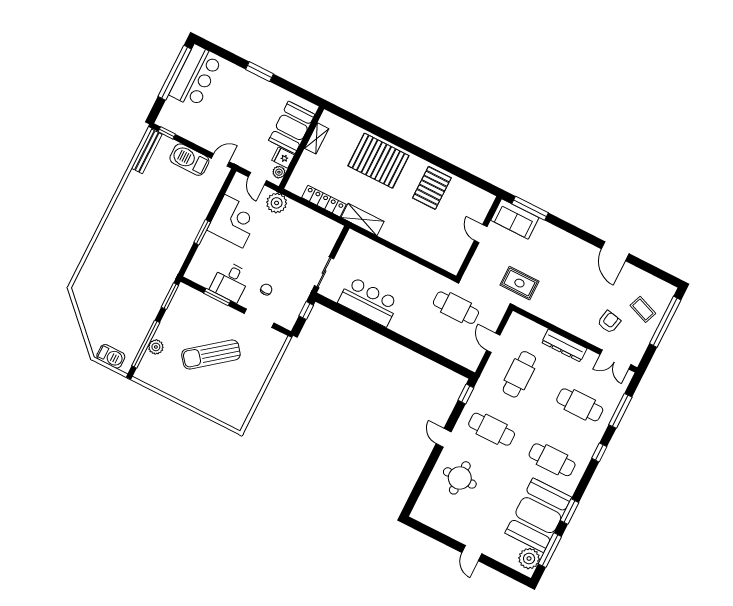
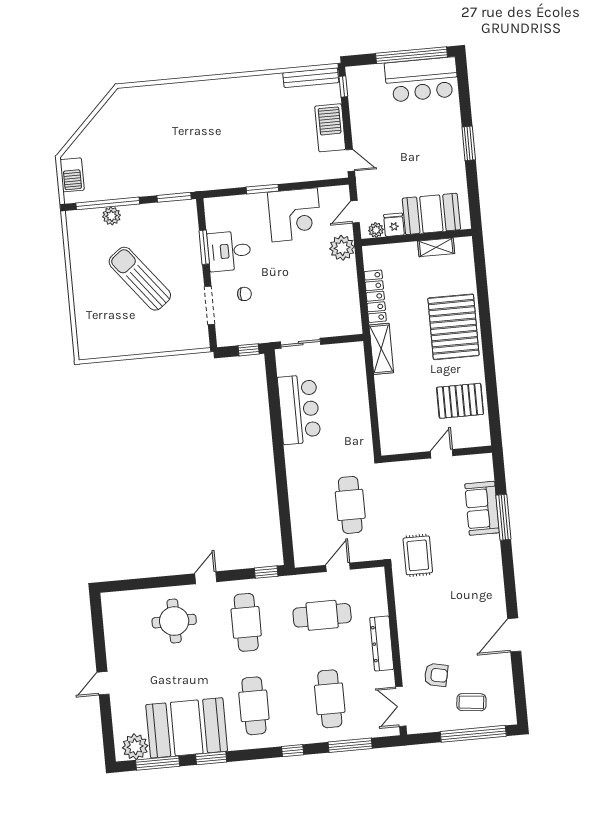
door: (481, 234) -> (442, 454), moved
wall: (479, 237) -> (437, 454), moved
coffee table: (643, 309) -> (471, 702), turned 75

